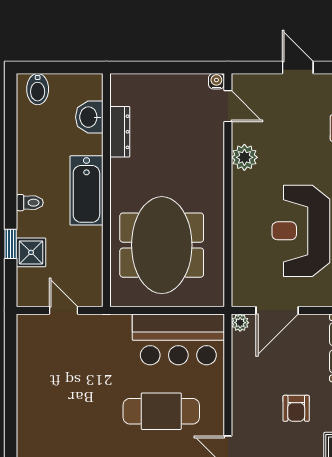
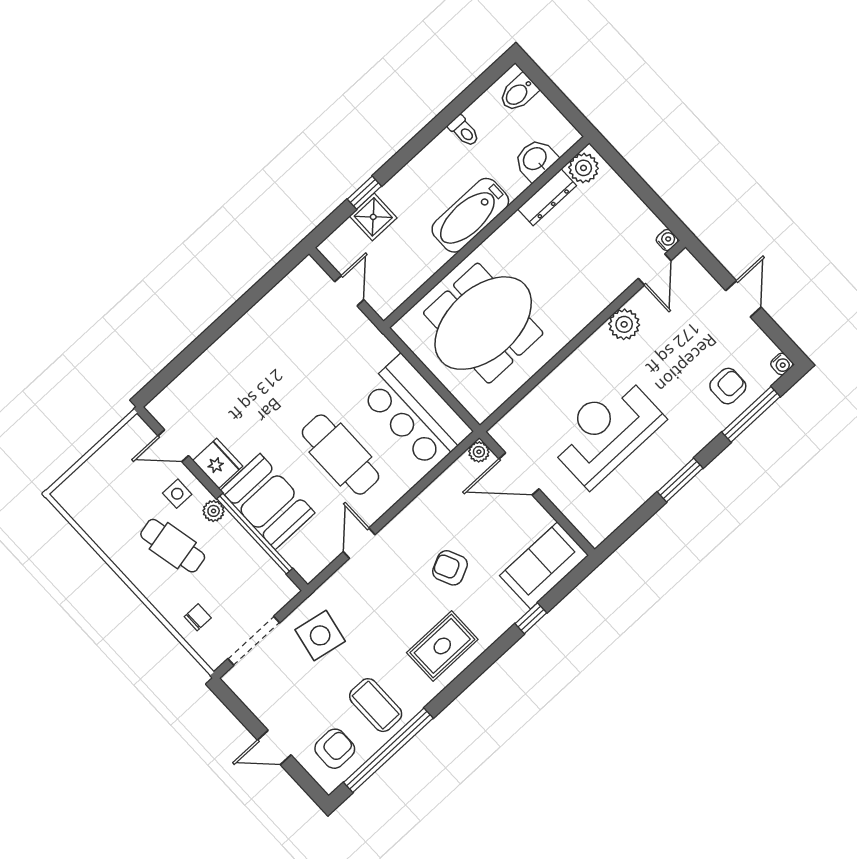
plant: (123, 92) -> (584, 168), added
toilet: (30, 203) -> (464, 131), moved
armchair: (296, 408) -> (450, 568), turned 65

